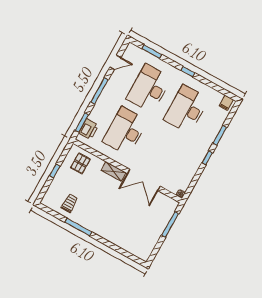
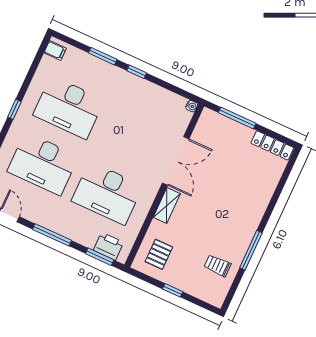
pallet: (80, 163) -> (159, 254), turned 90
locker: (149, 247) -> (272, 145), added

